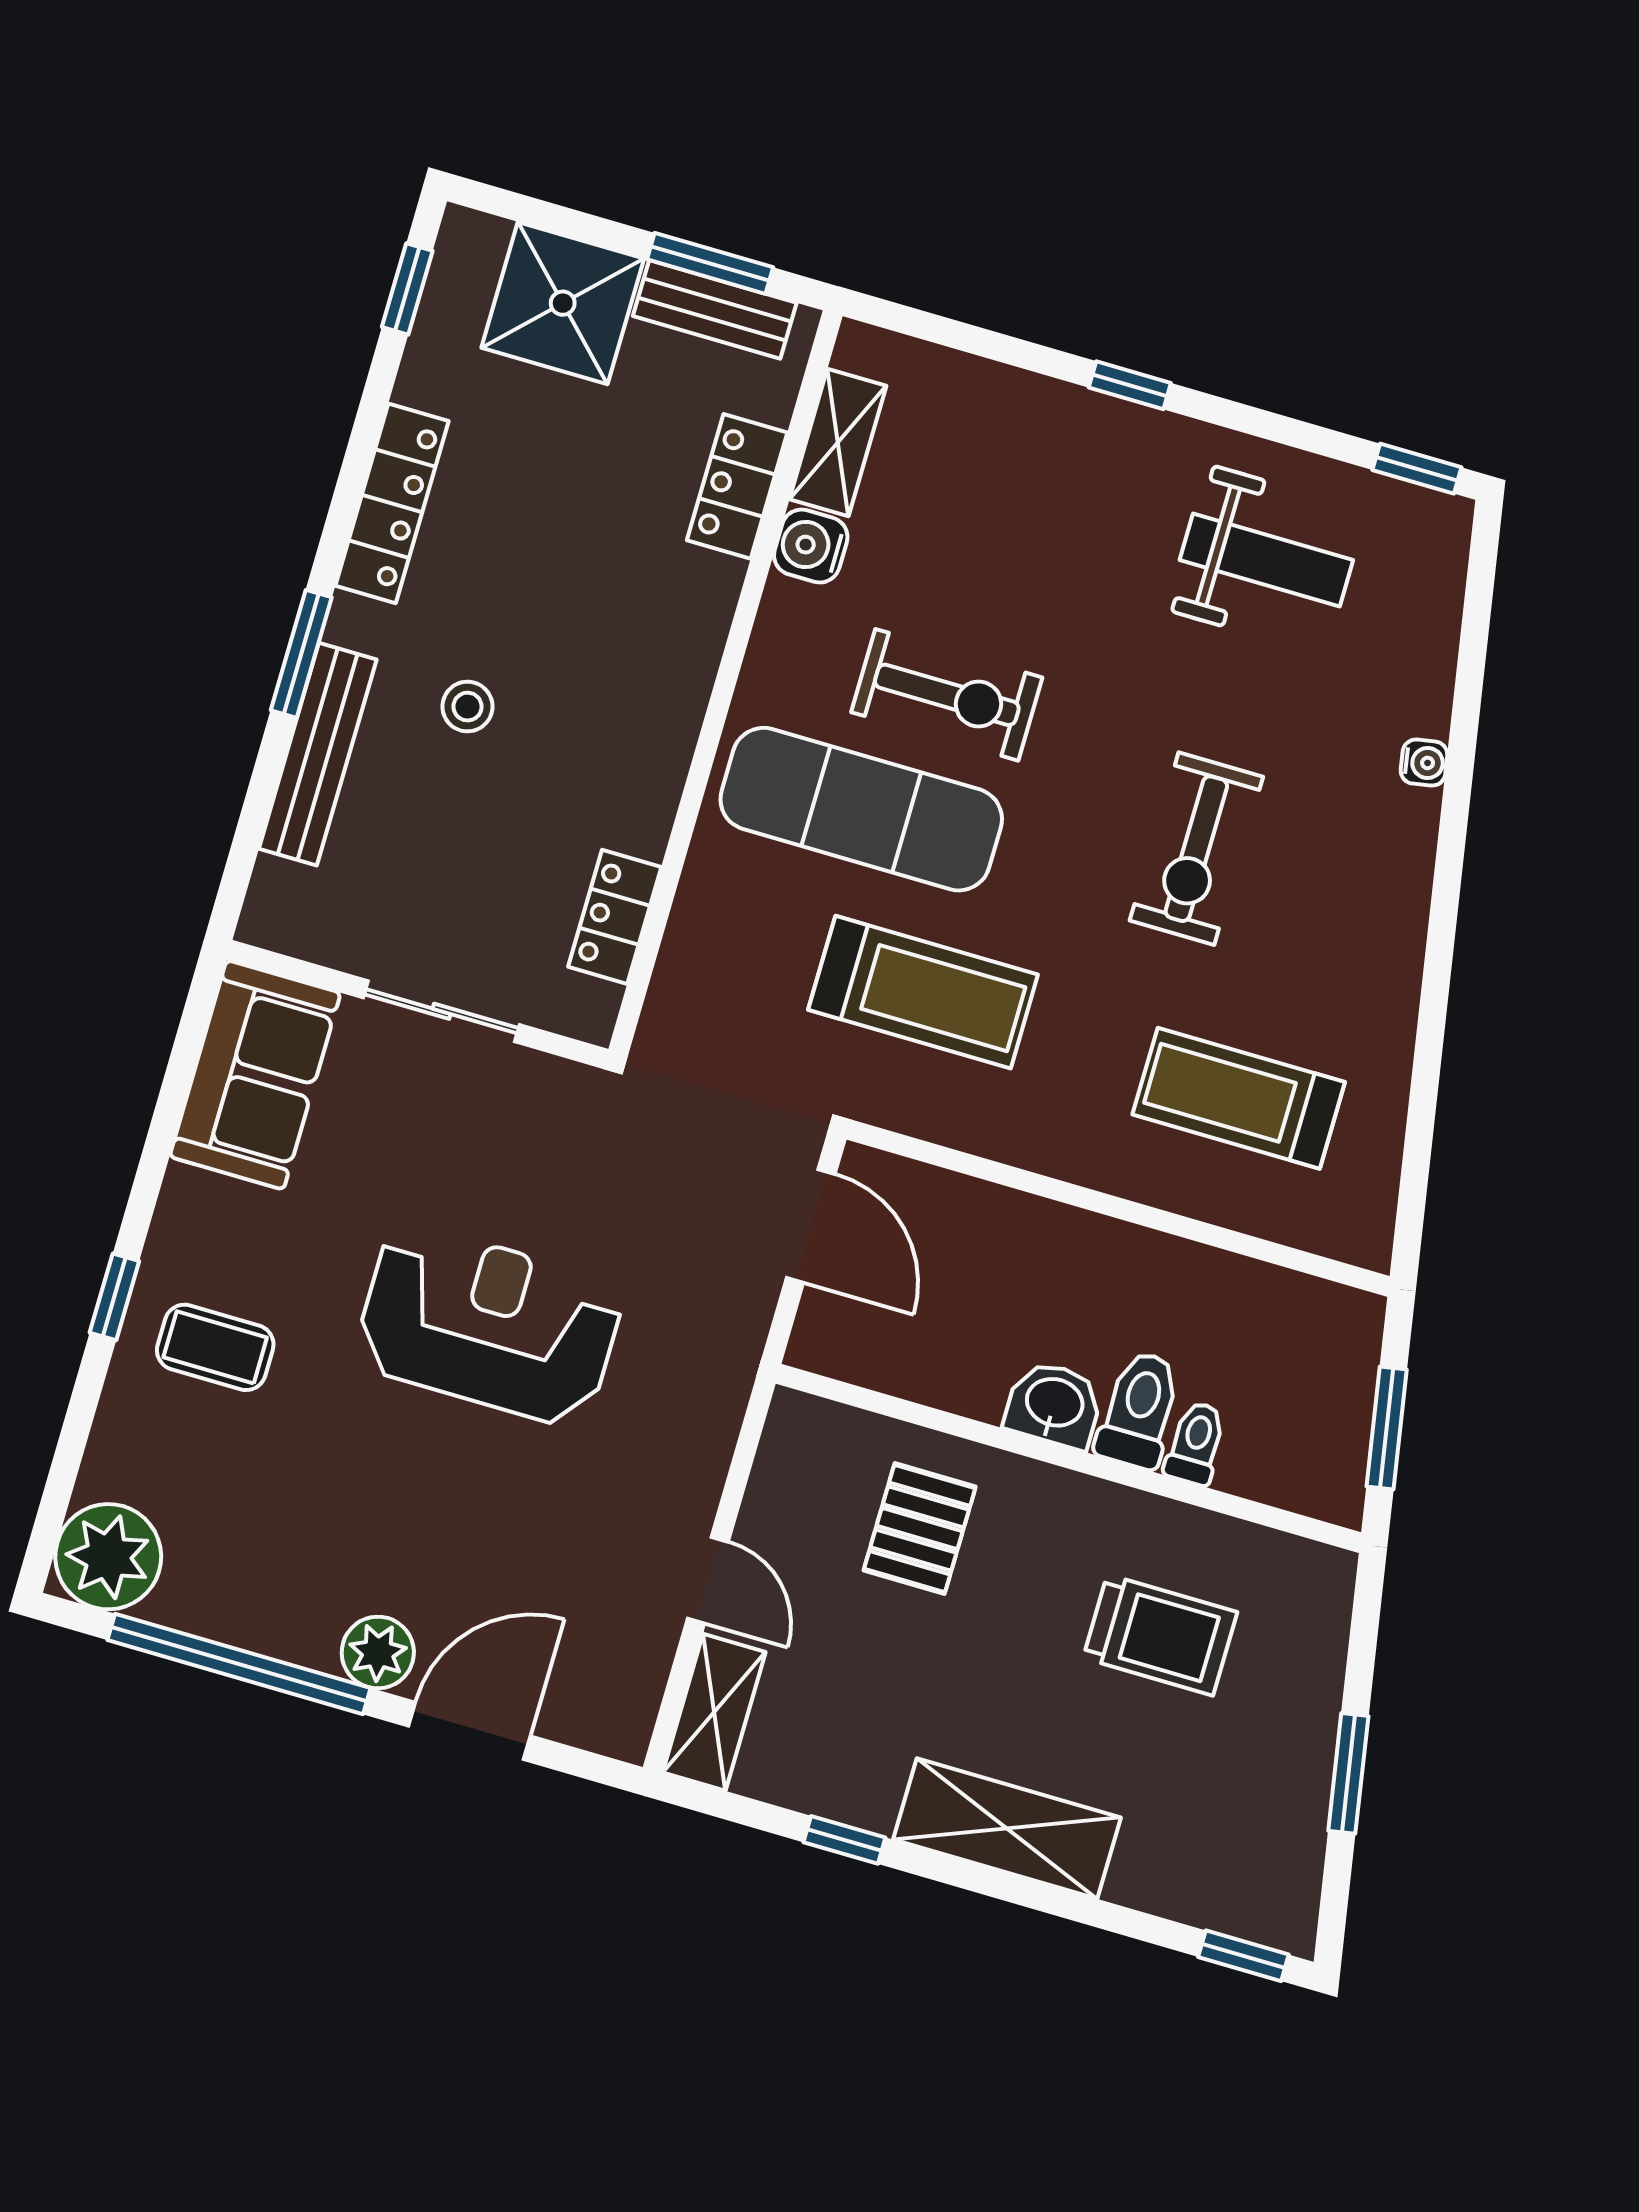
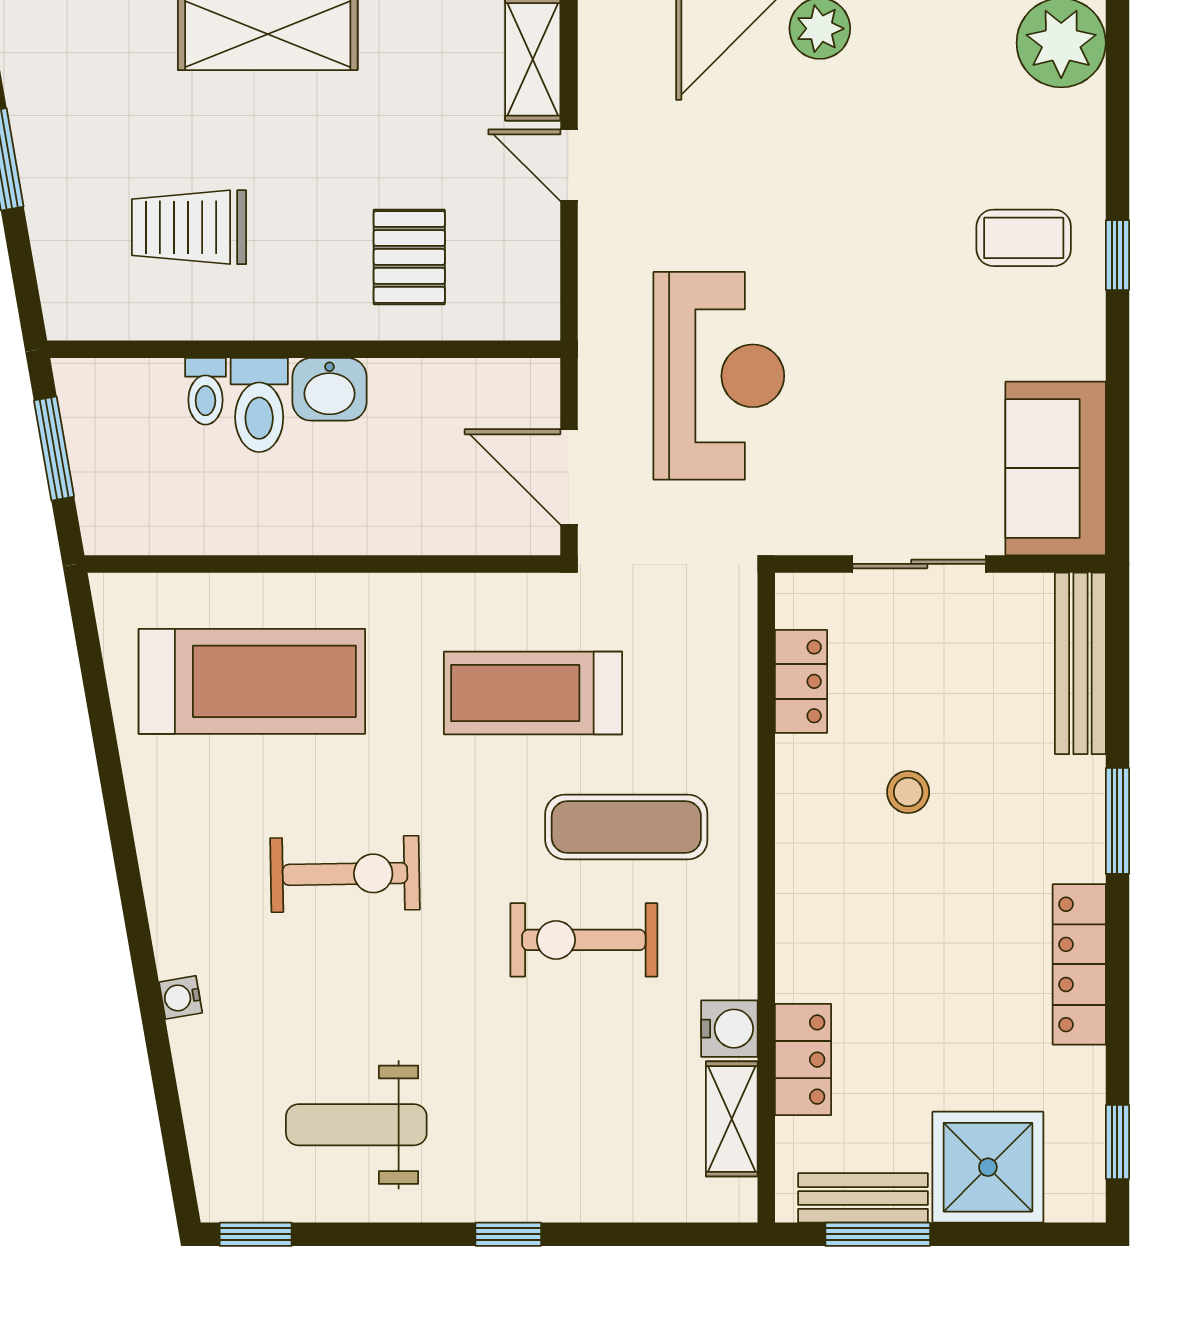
stool: (468, 707) -> (908, 792), moved
bench: (318, 754) -> (1080, 663), moved
exercise mat: (861, 809) -> (626, 827), width x0.73, depth x0.69
exercise bike: (1196, 849) -> (345, 874), turned 89
treadmill: (1239, 1098) -> (252, 681), width x1.37, depth x1.38
reception desk: (489, 1325) -> (719, 376), moved, turned -90

